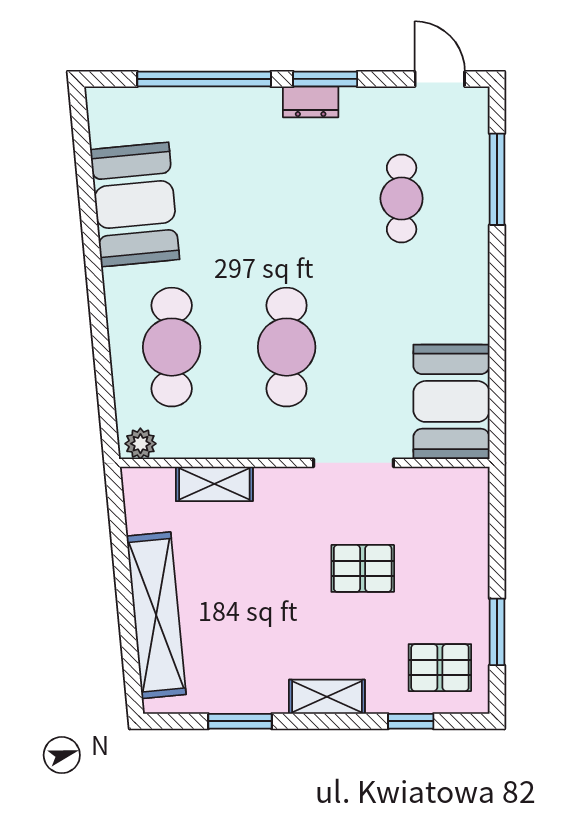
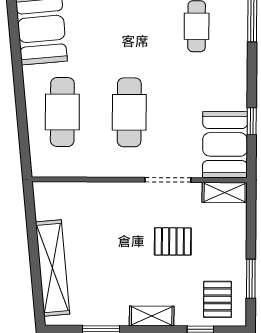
window: (497, 361) -> (252, 121), added
plant: (140, 444) -> (44, 168), removed
shelving: (214, 484) -> (225, 192), moved
pallet: (440, 668) -> (217, 299), turned 90

